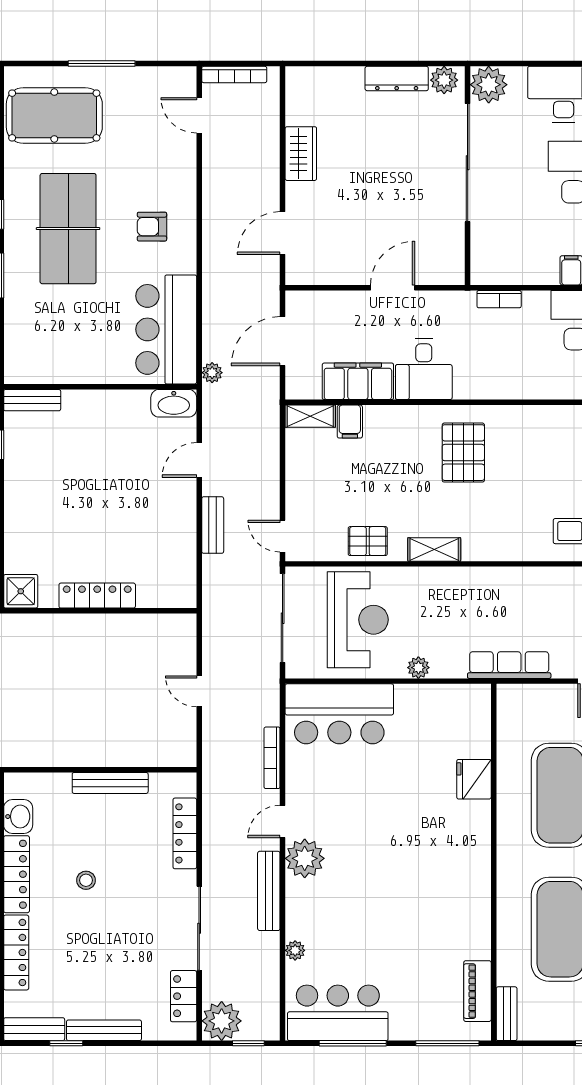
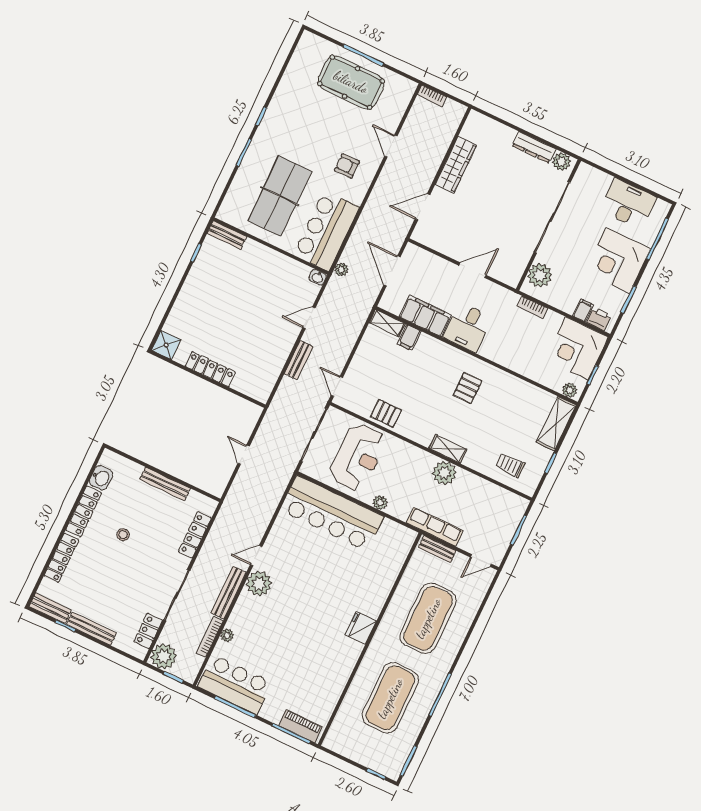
bookcase: (234, 74) -> (432, 96), width x0.64
plant: (489, 85) -> (540, 275), moved
pool table: (54, 115) -> (351, 82), moved
door: (199, 115) -> (391, 146), moved
wardrobe: (301, 154) -> (456, 165), width x1.50
table tennis table: (68, 229) -> (280, 196), moved
door: (283, 341) -> (392, 271), hinge flipped
washbasin: (174, 403) -> (318, 277), width x0.52, depth x0.69
pallet: (463, 453) -> (468, 388), width x0.67, depth x0.71
shelving: (434, 549) -> (448, 449), moved
plant: (487, 585) -> (444, 473), added
bar counter: (339, 714) -> (332, 513), width x1.36
bookcase: (272, 758) -> (210, 637), moved
fridge: (474, 779) -> (361, 628), moved
piano: (477, 991) -> (300, 726), moved, turned 90
bench: (507, 1014) -> (437, 549), moved, turned 90

